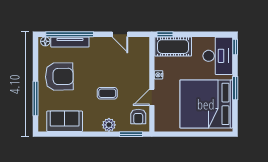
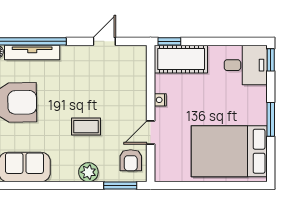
door: (120, 34) -> (104, 41), swing flipped
desk: (218, 56) -> (246, 65), width x0.73
bed: (206, 104) -> (229, 151), width x0.73

